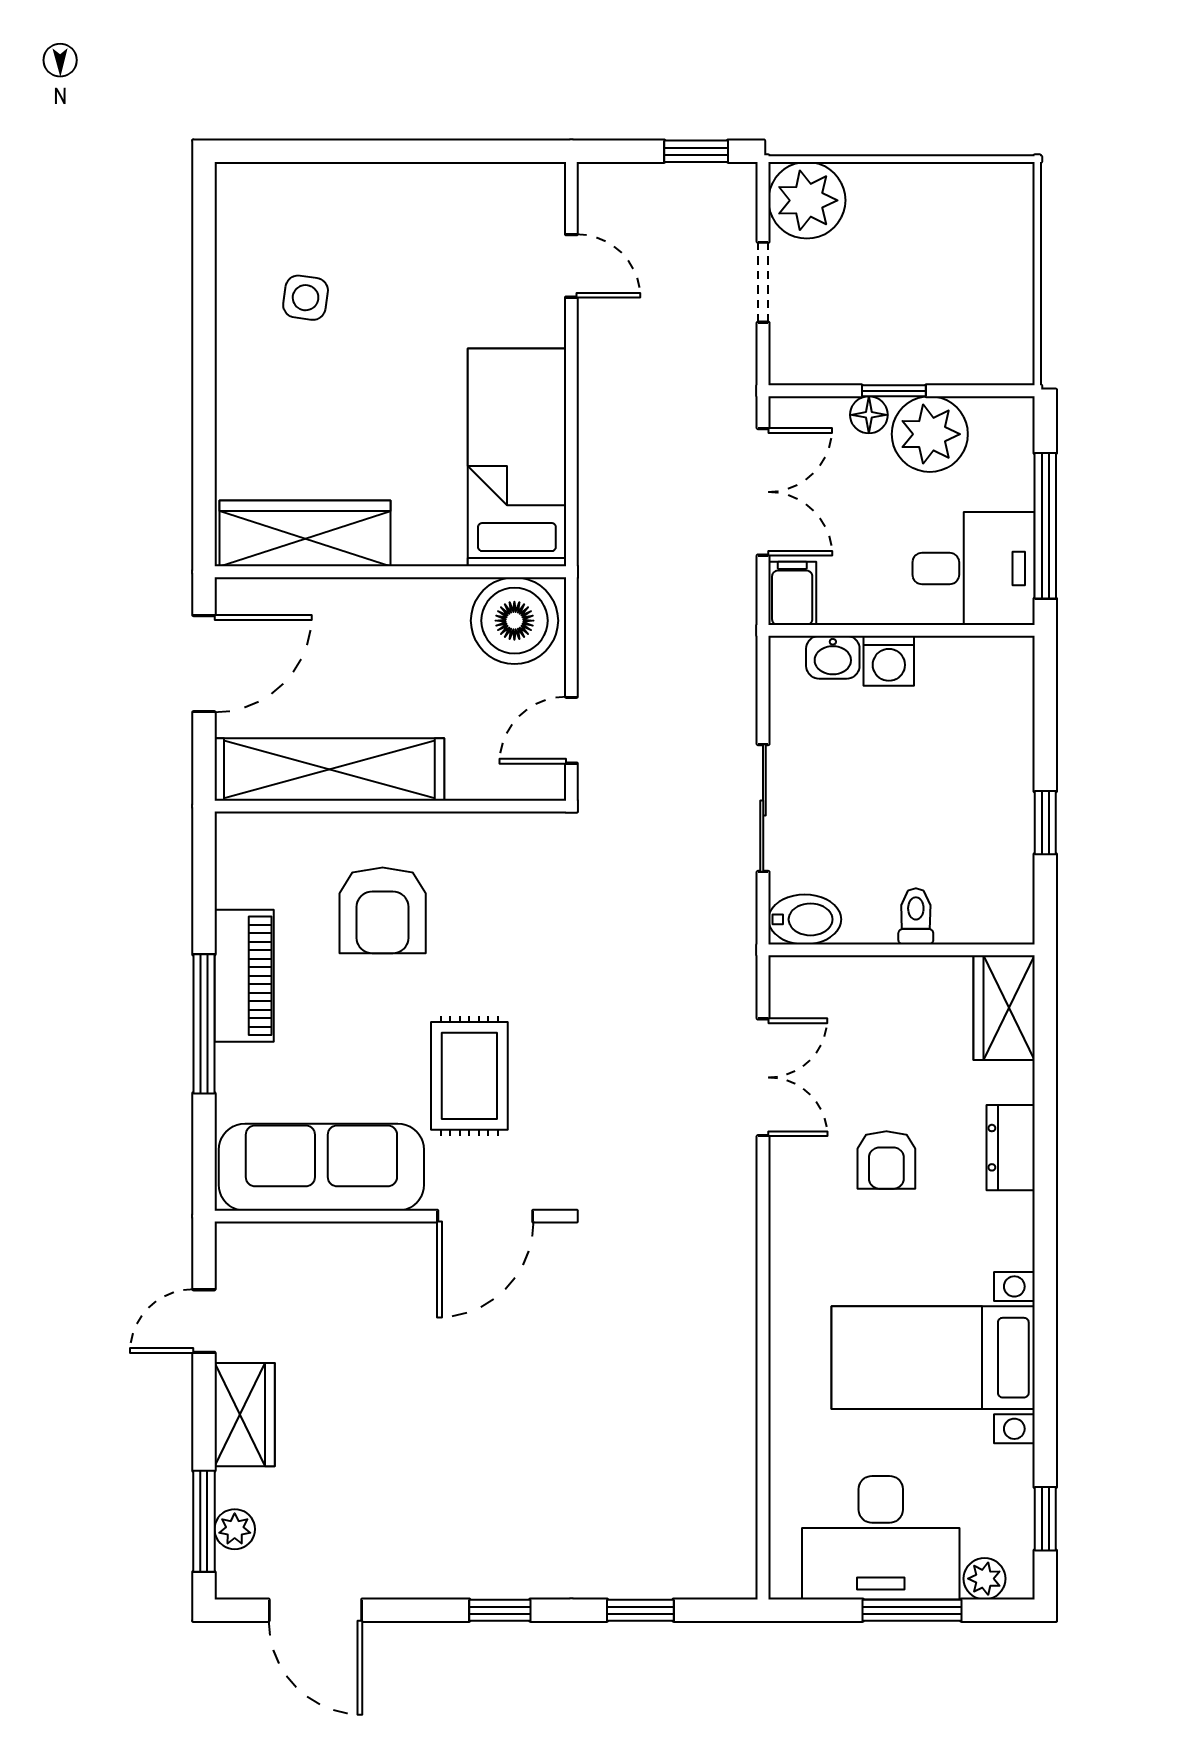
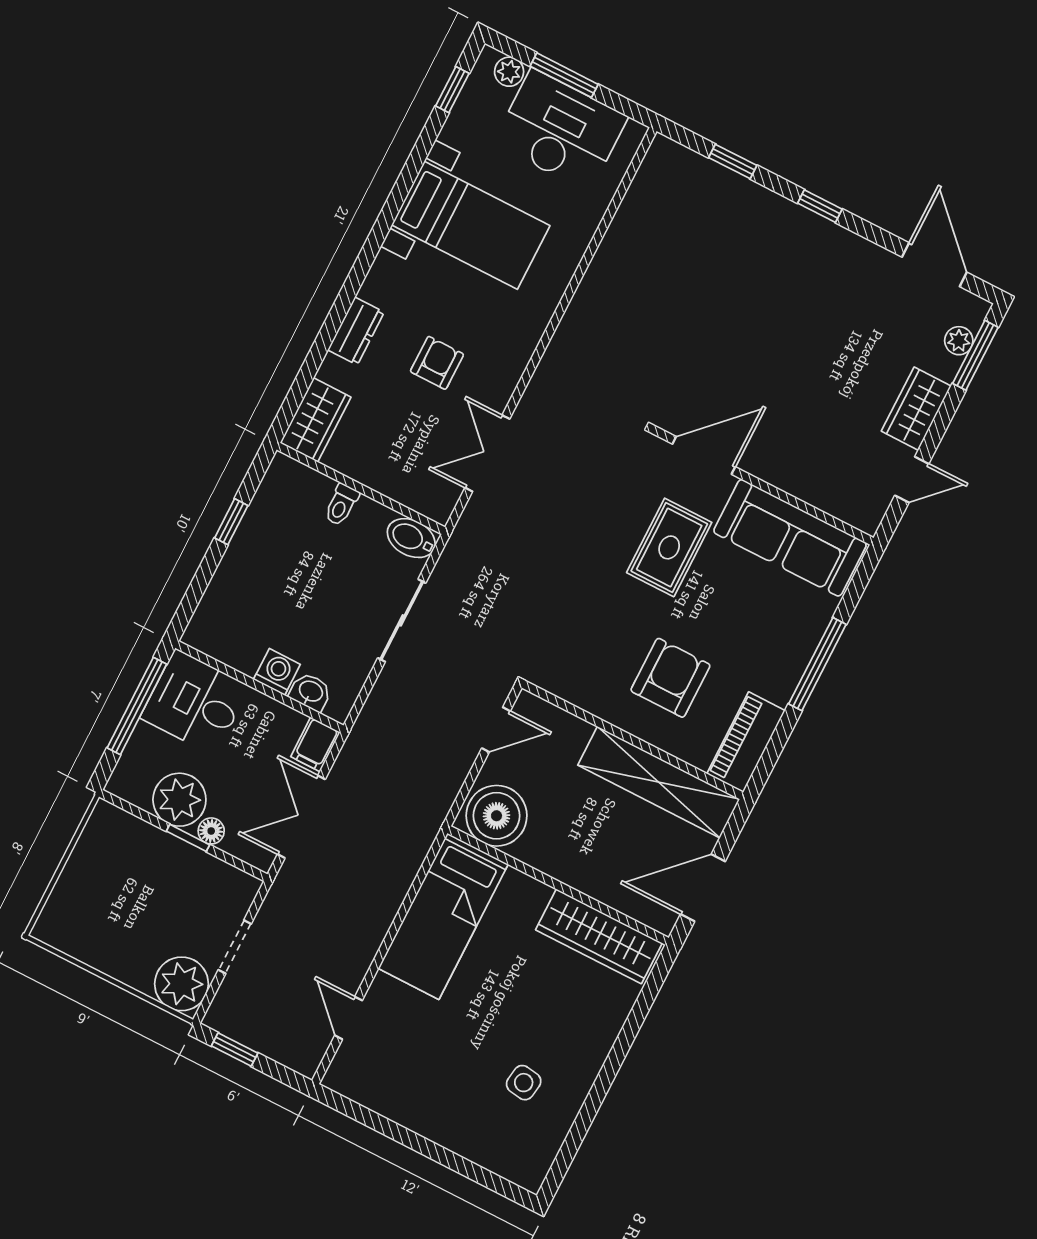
piano: (244, 976) -> (746, 742), moved

